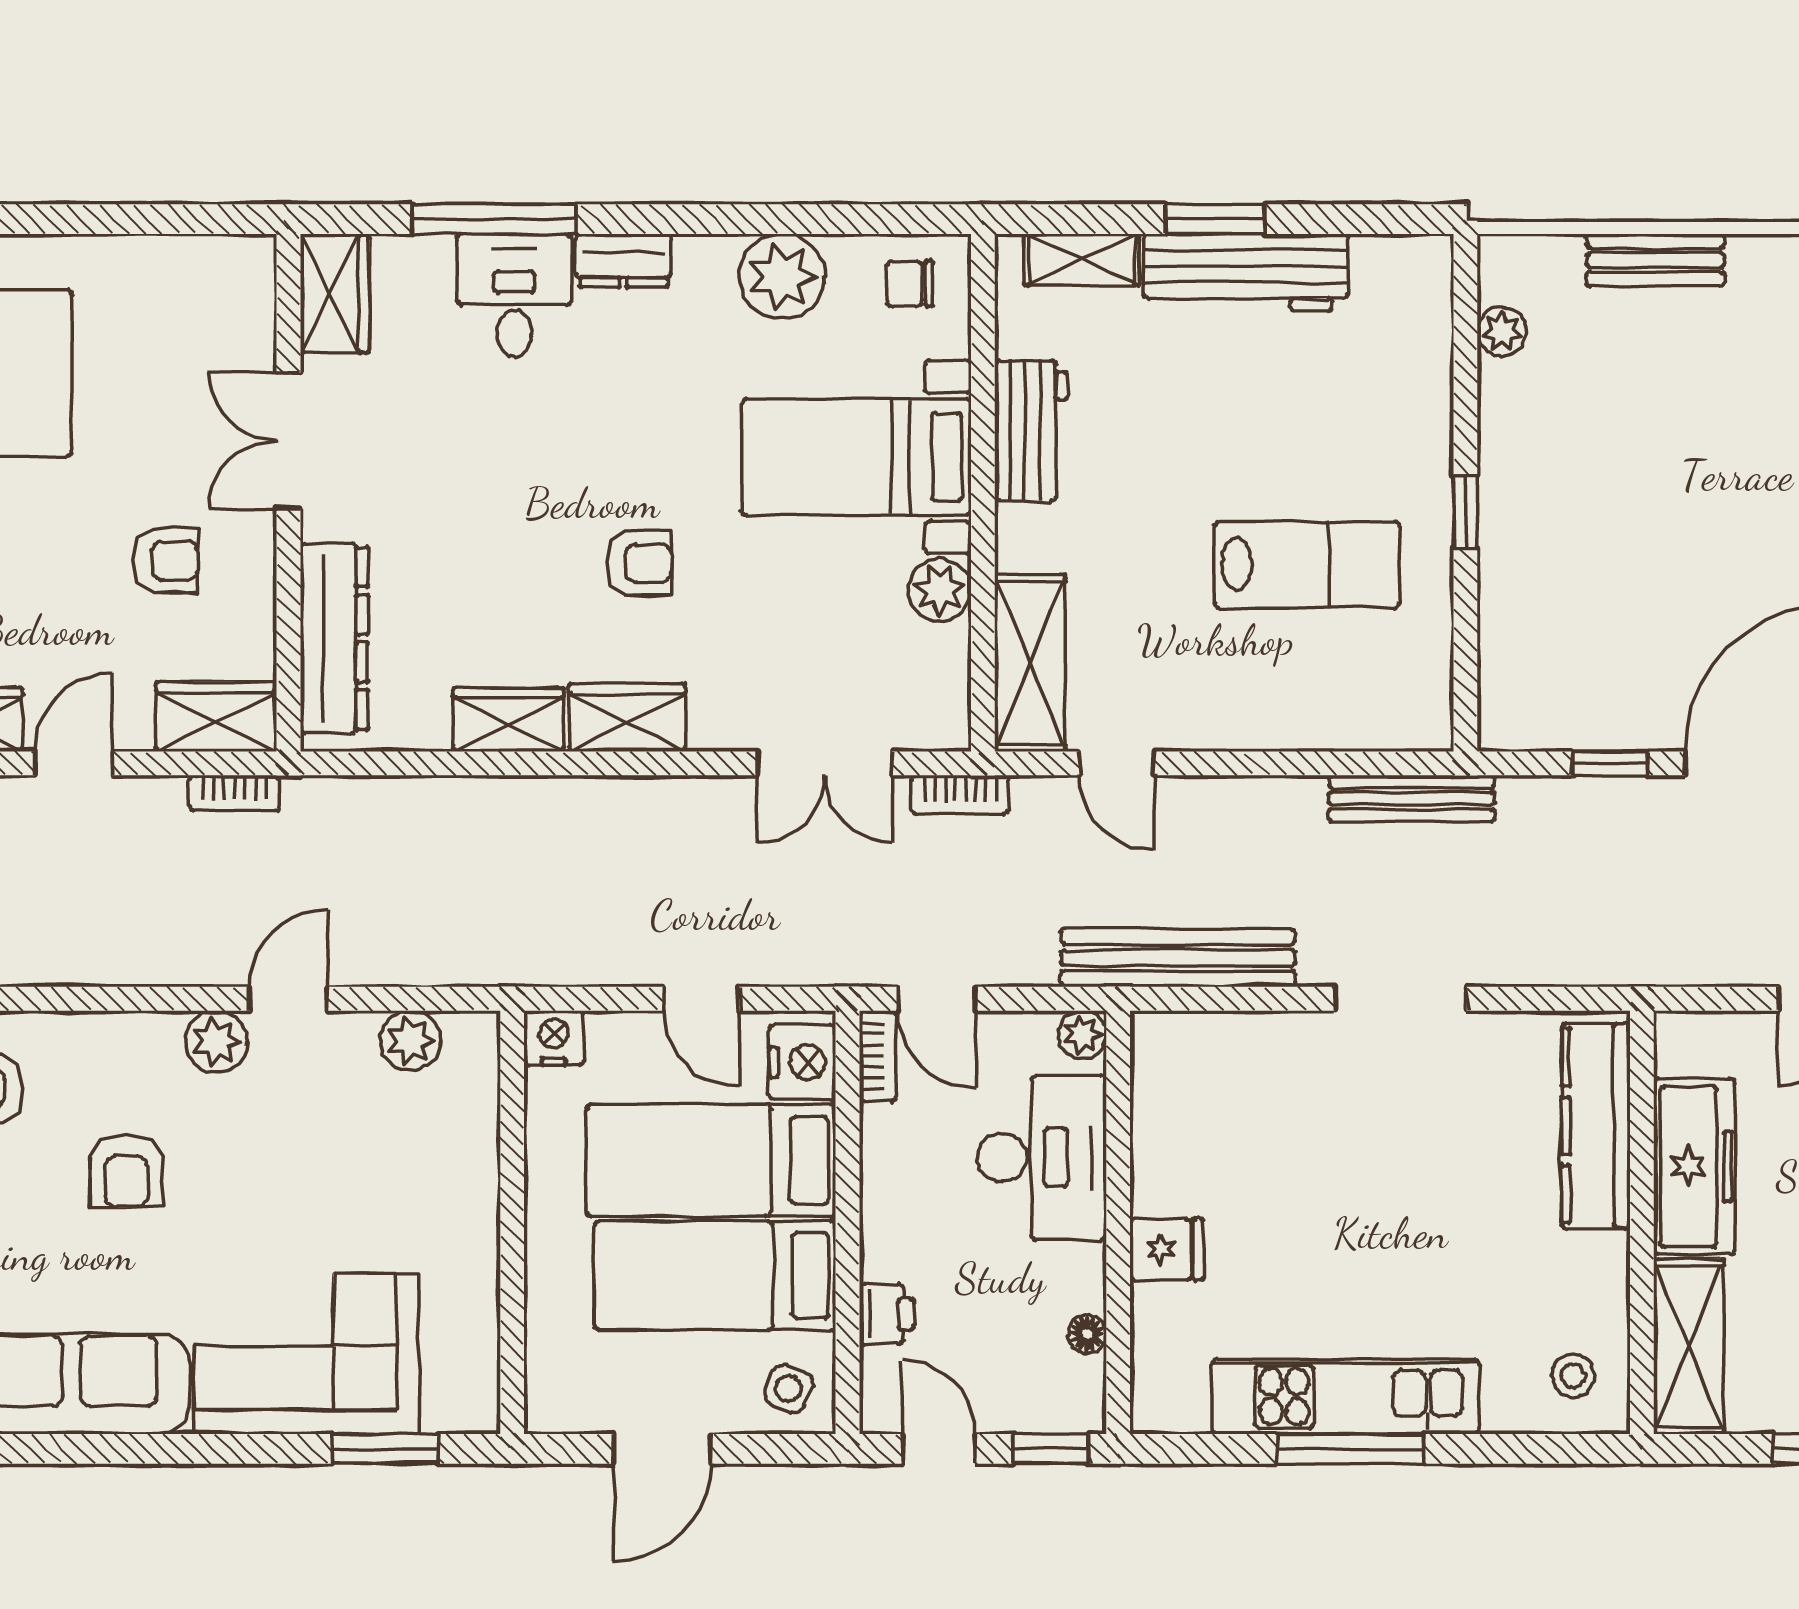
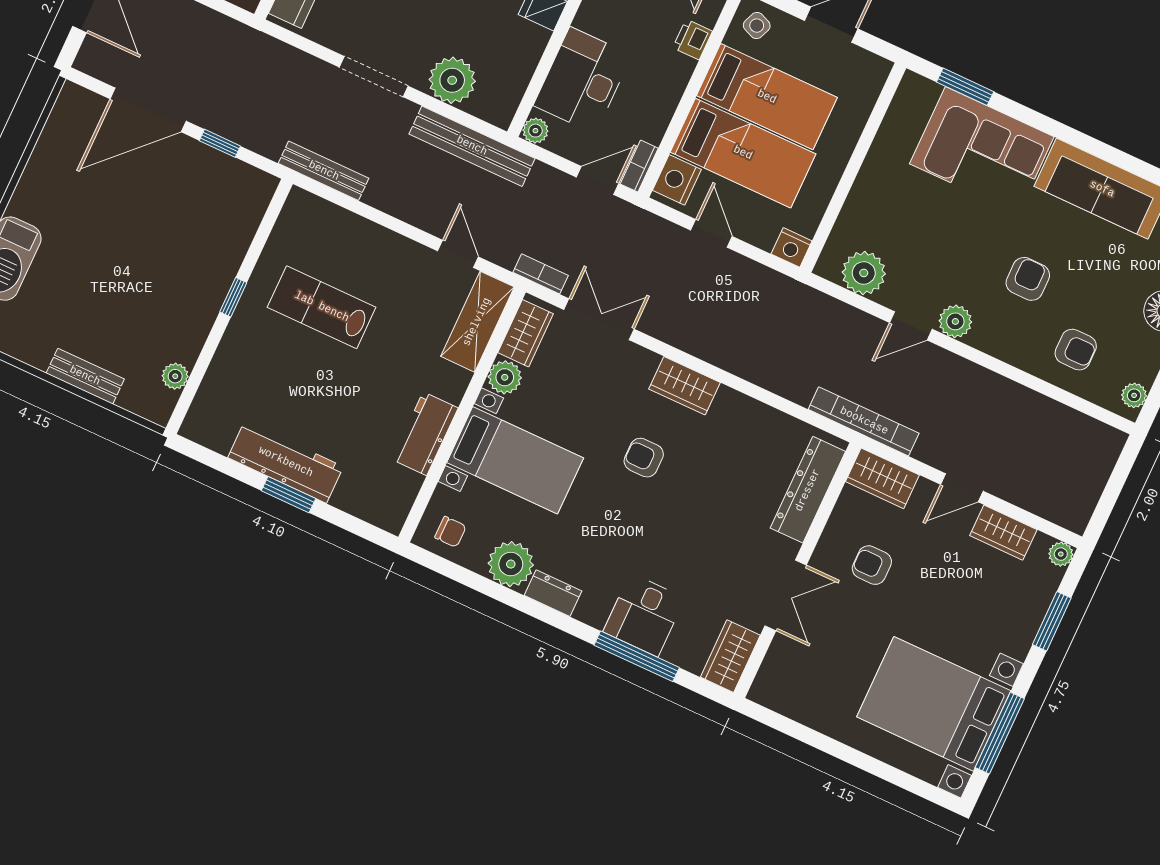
dresser: (623, 260) -> (553, 593), moved
shelving: (1081, 260) -> (362, 505), removed
wardrobe: (508, 720) -> (526, 333), moved, turned -90
bookcase: (234, 793) -> (864, 421), width x2.31, depth x1.31
door: (937, 999) -> (598, 180), hinge flipped
plant: (411, 1041) -> (864, 273), width x1.36, depth x1.36
plant: (1264, 1054) -> (452, 80), added

